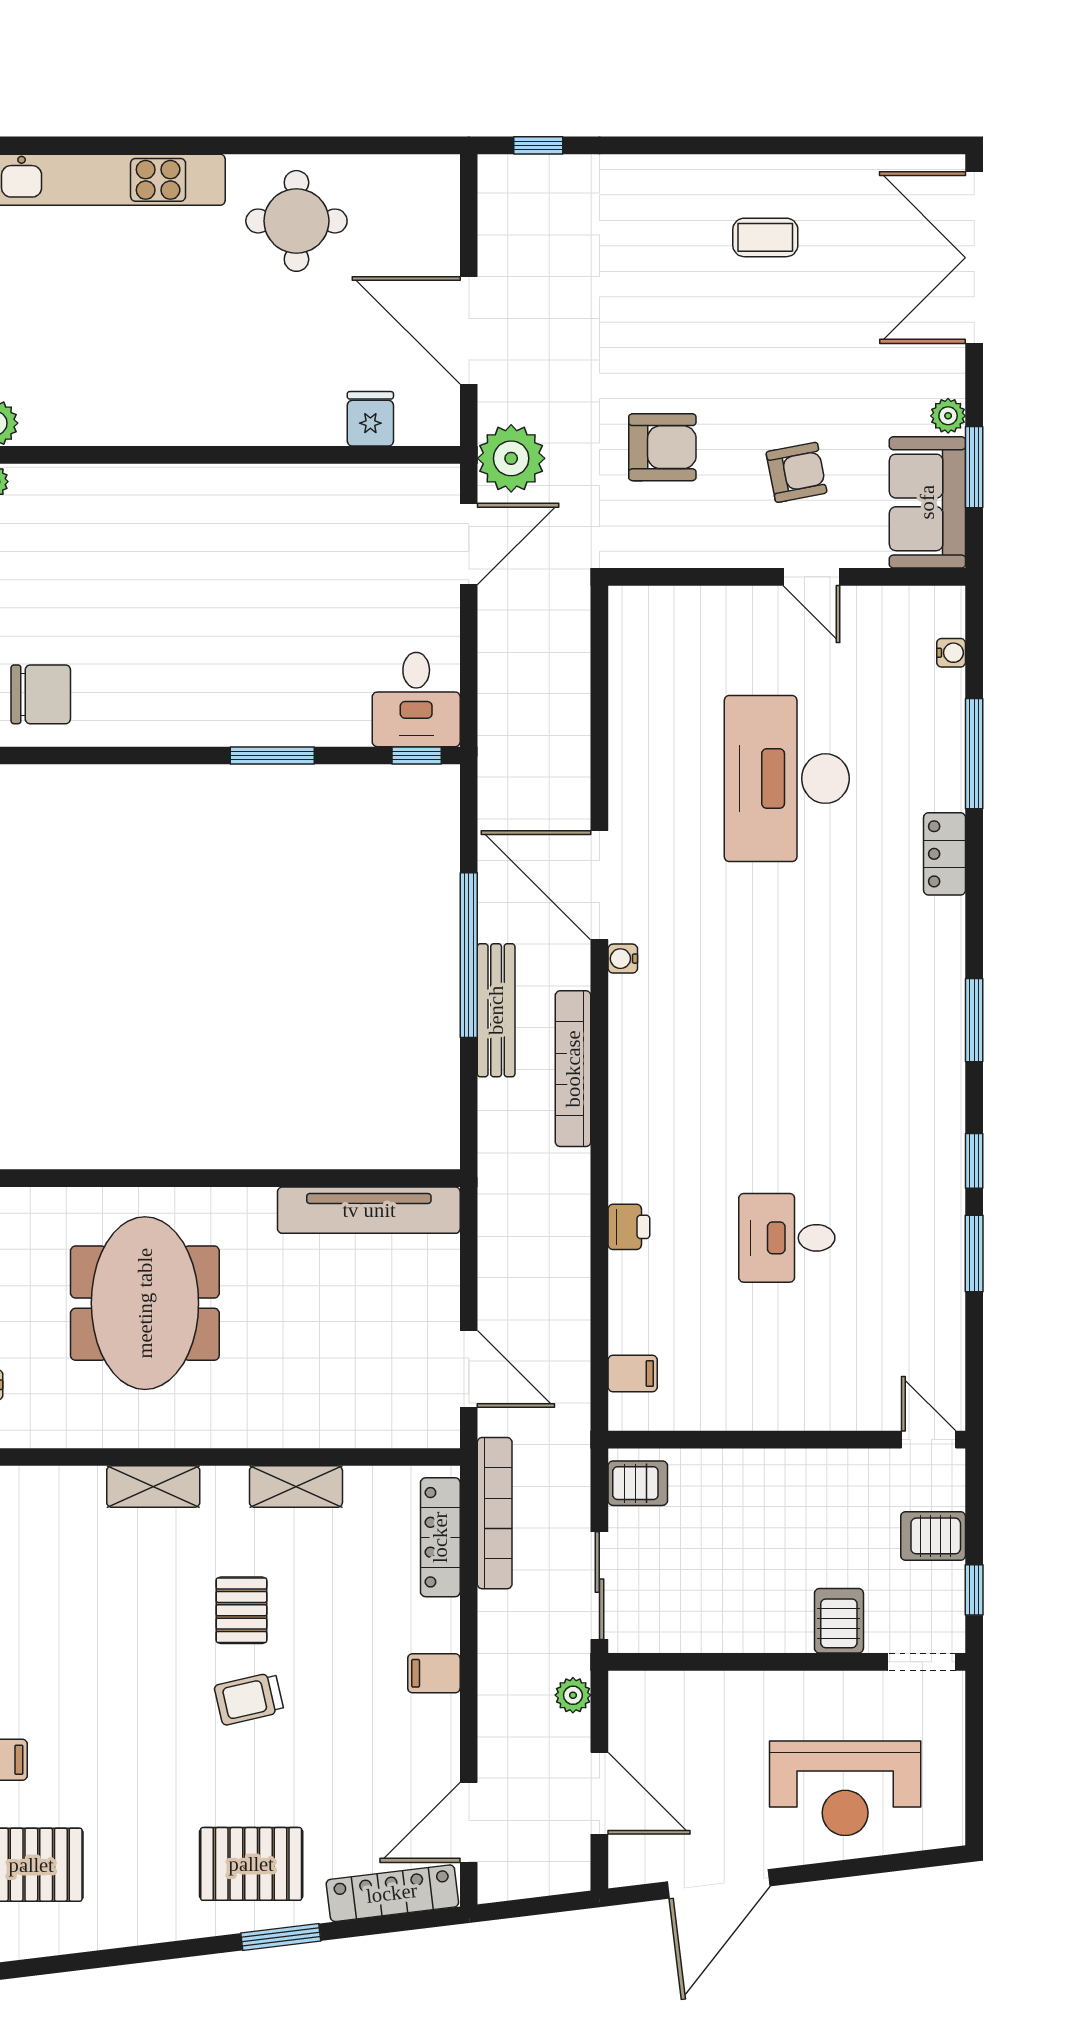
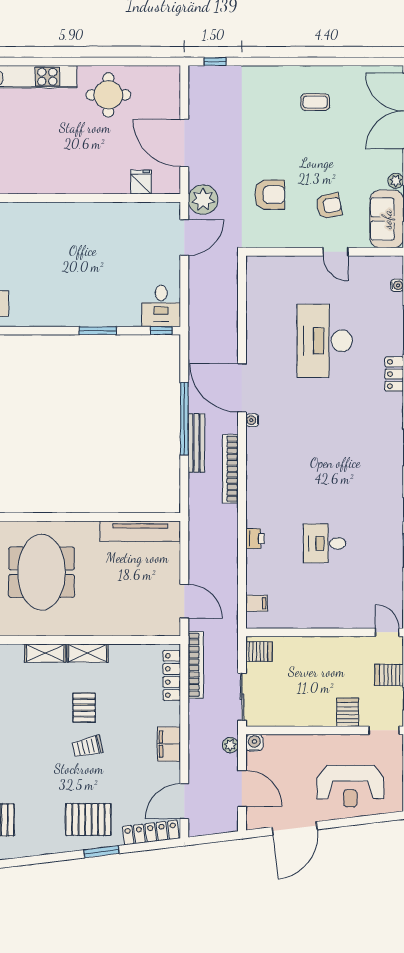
shelving: (296, 1487) -> (88, 653), moved
filing cabinet: (434, 1673) -> (169, 744), width x2.00
water cooler: (628, 1690) -> (254, 743), added

